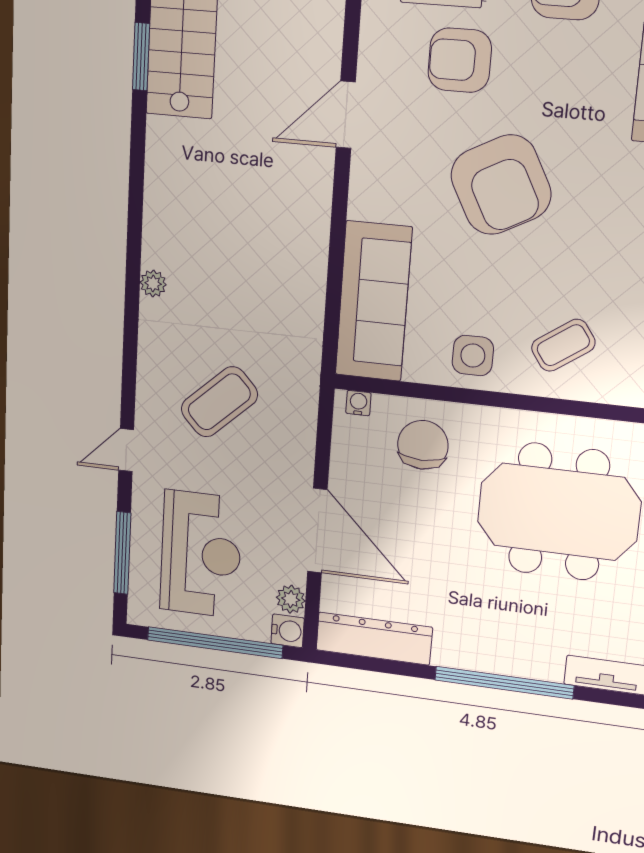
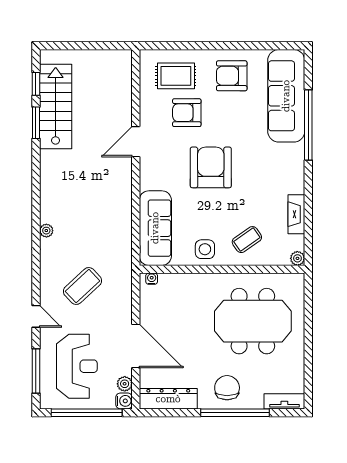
armchair: (501, 185) -> (211, 167), turned -152
chair: (423, 445) -> (227, 388), moved
door: (126, 450) -> (36, 316), swing flipped

